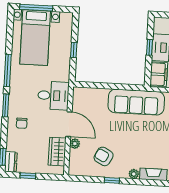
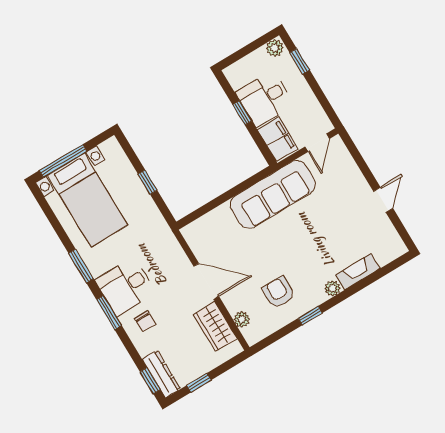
window: (8, 70) -> (81, 266), width x0.69
desk: (53, 96) -> (126, 287), moved, turned 180
plant: (75, 144) -> (242, 319), moved
armchair: (104, 156) -> (279, 292), turned 62
dresser: (11, 162) -> (161, 374), width x1.44

